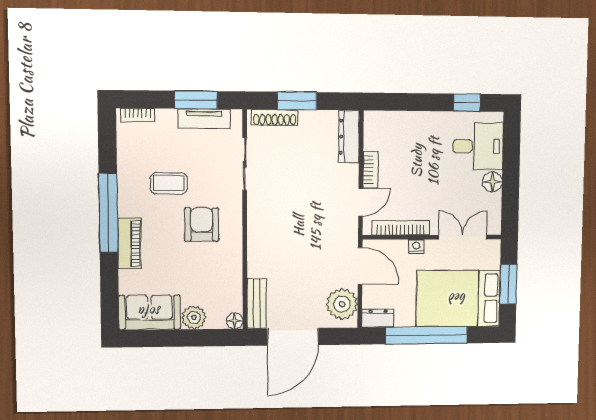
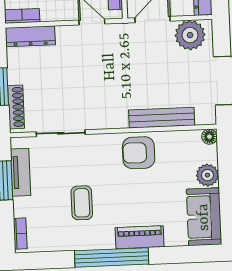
bookcase: (370, 170) -> (22, 16), moved
armchair: (202, 224) -> (139, 153), moved
bench: (257, 304) -> (162, 118), moved, width x1.36

